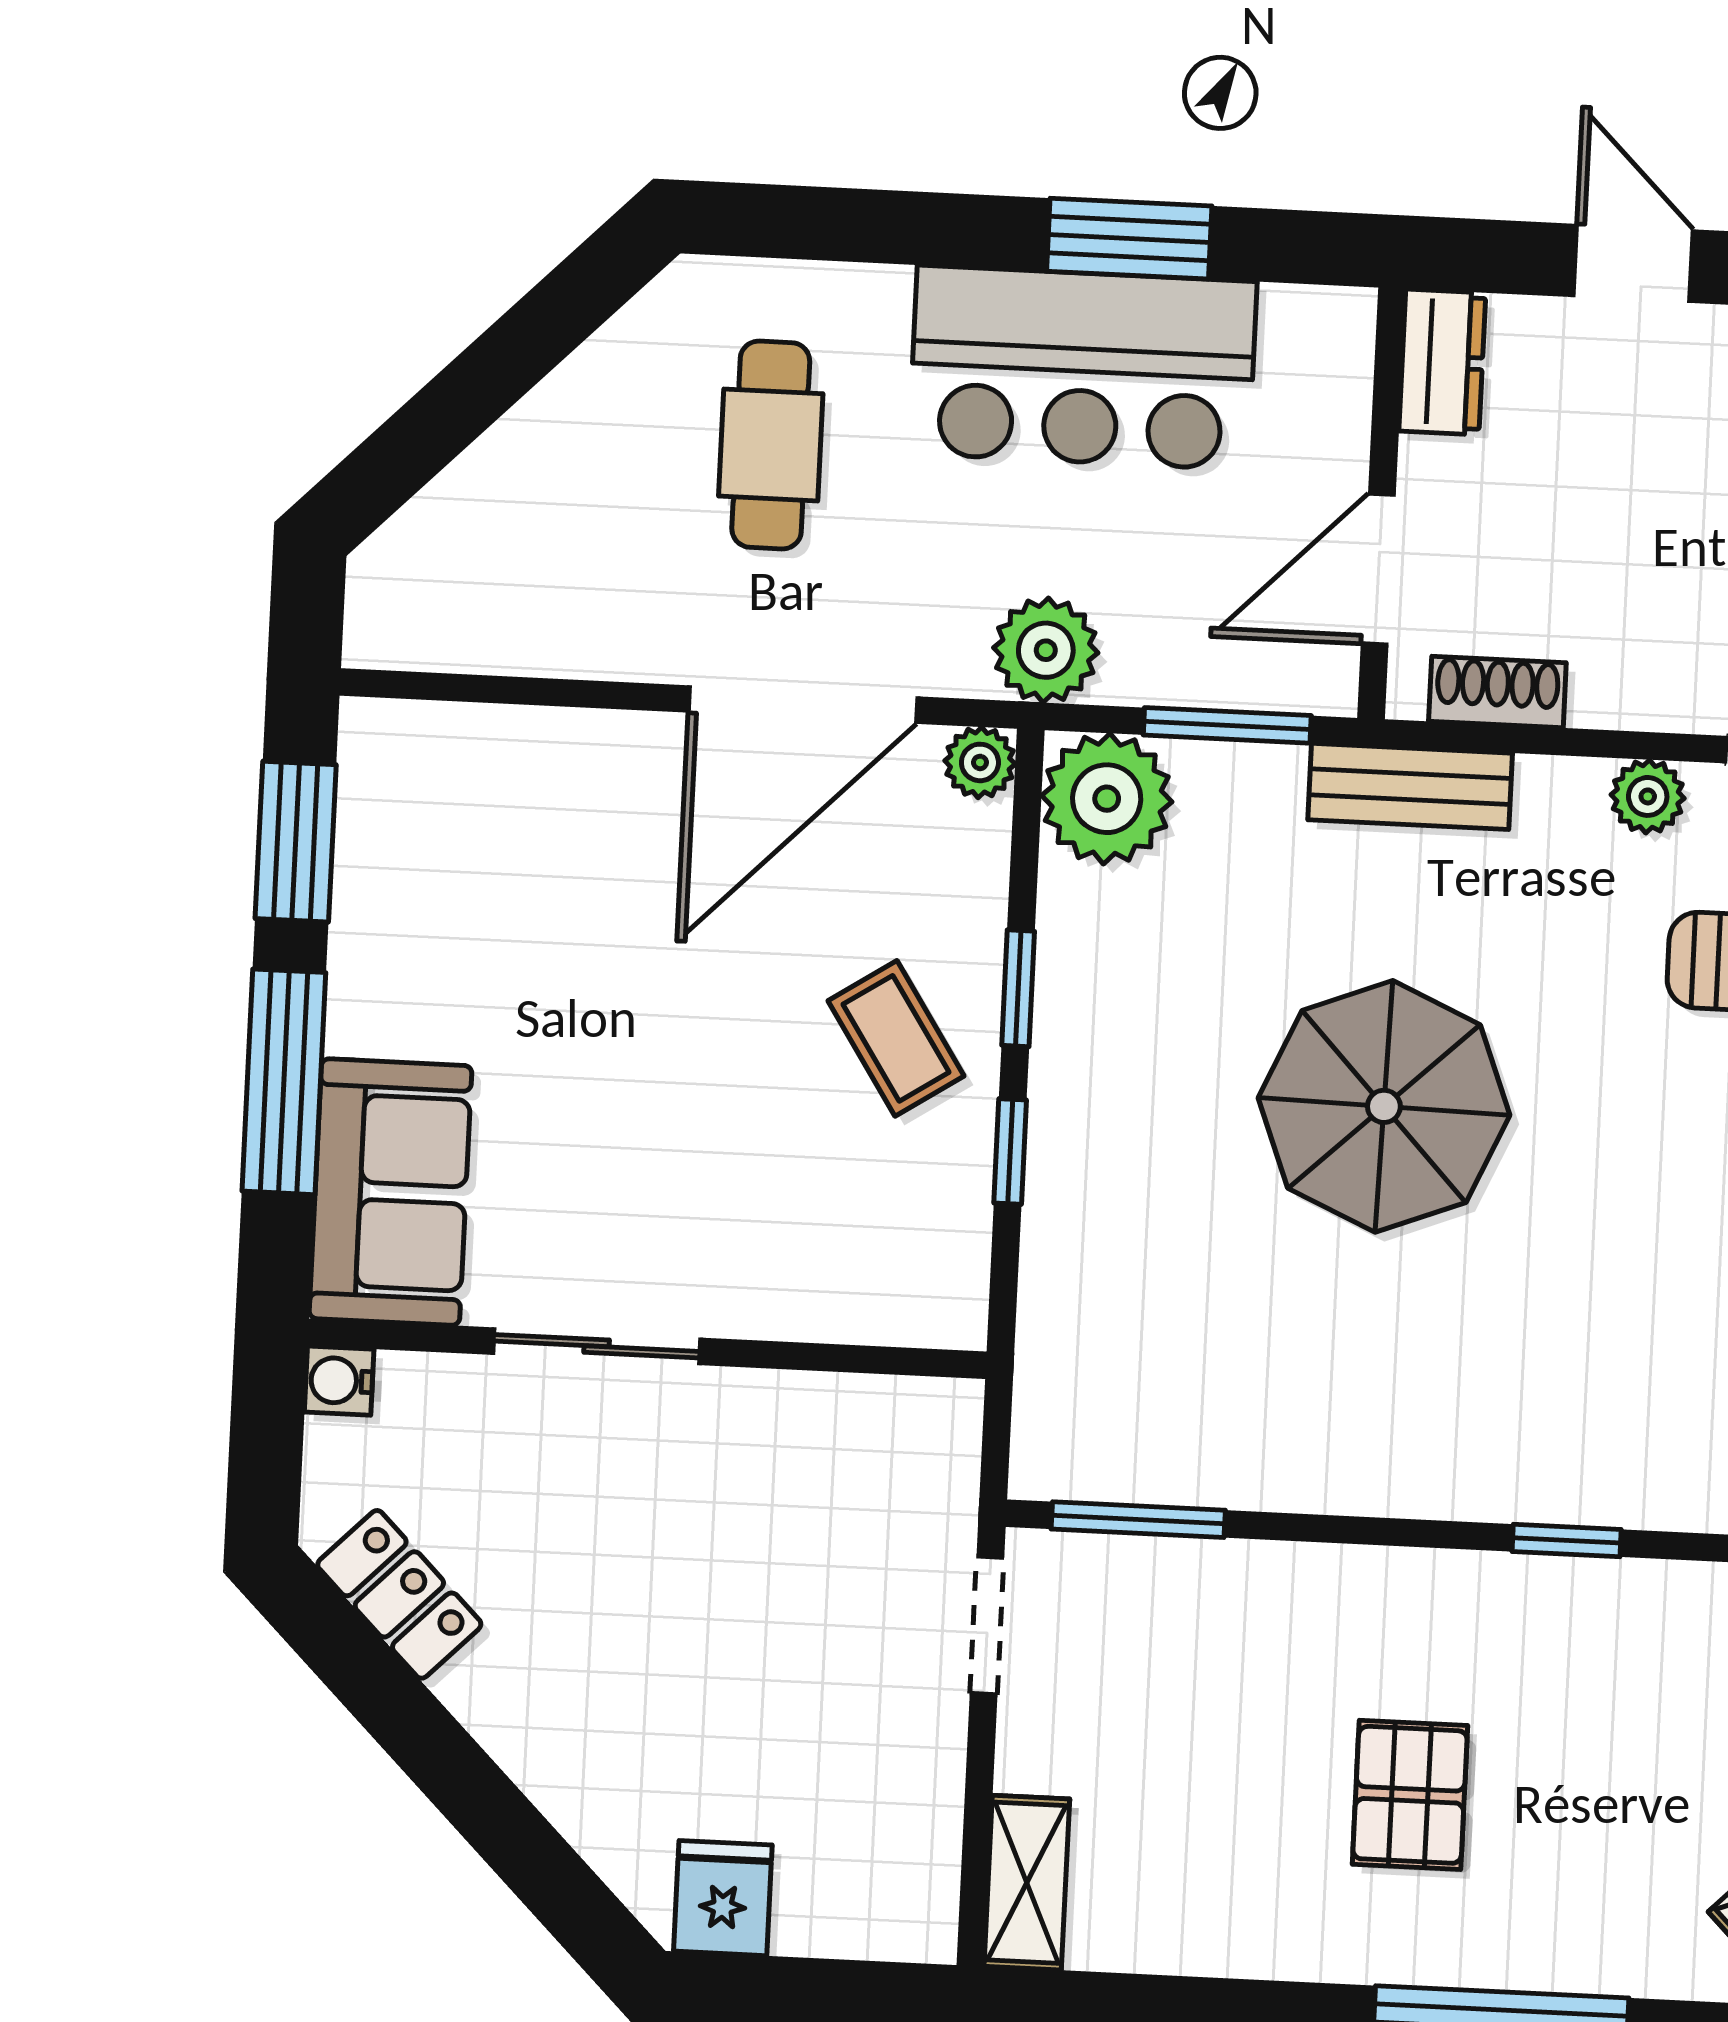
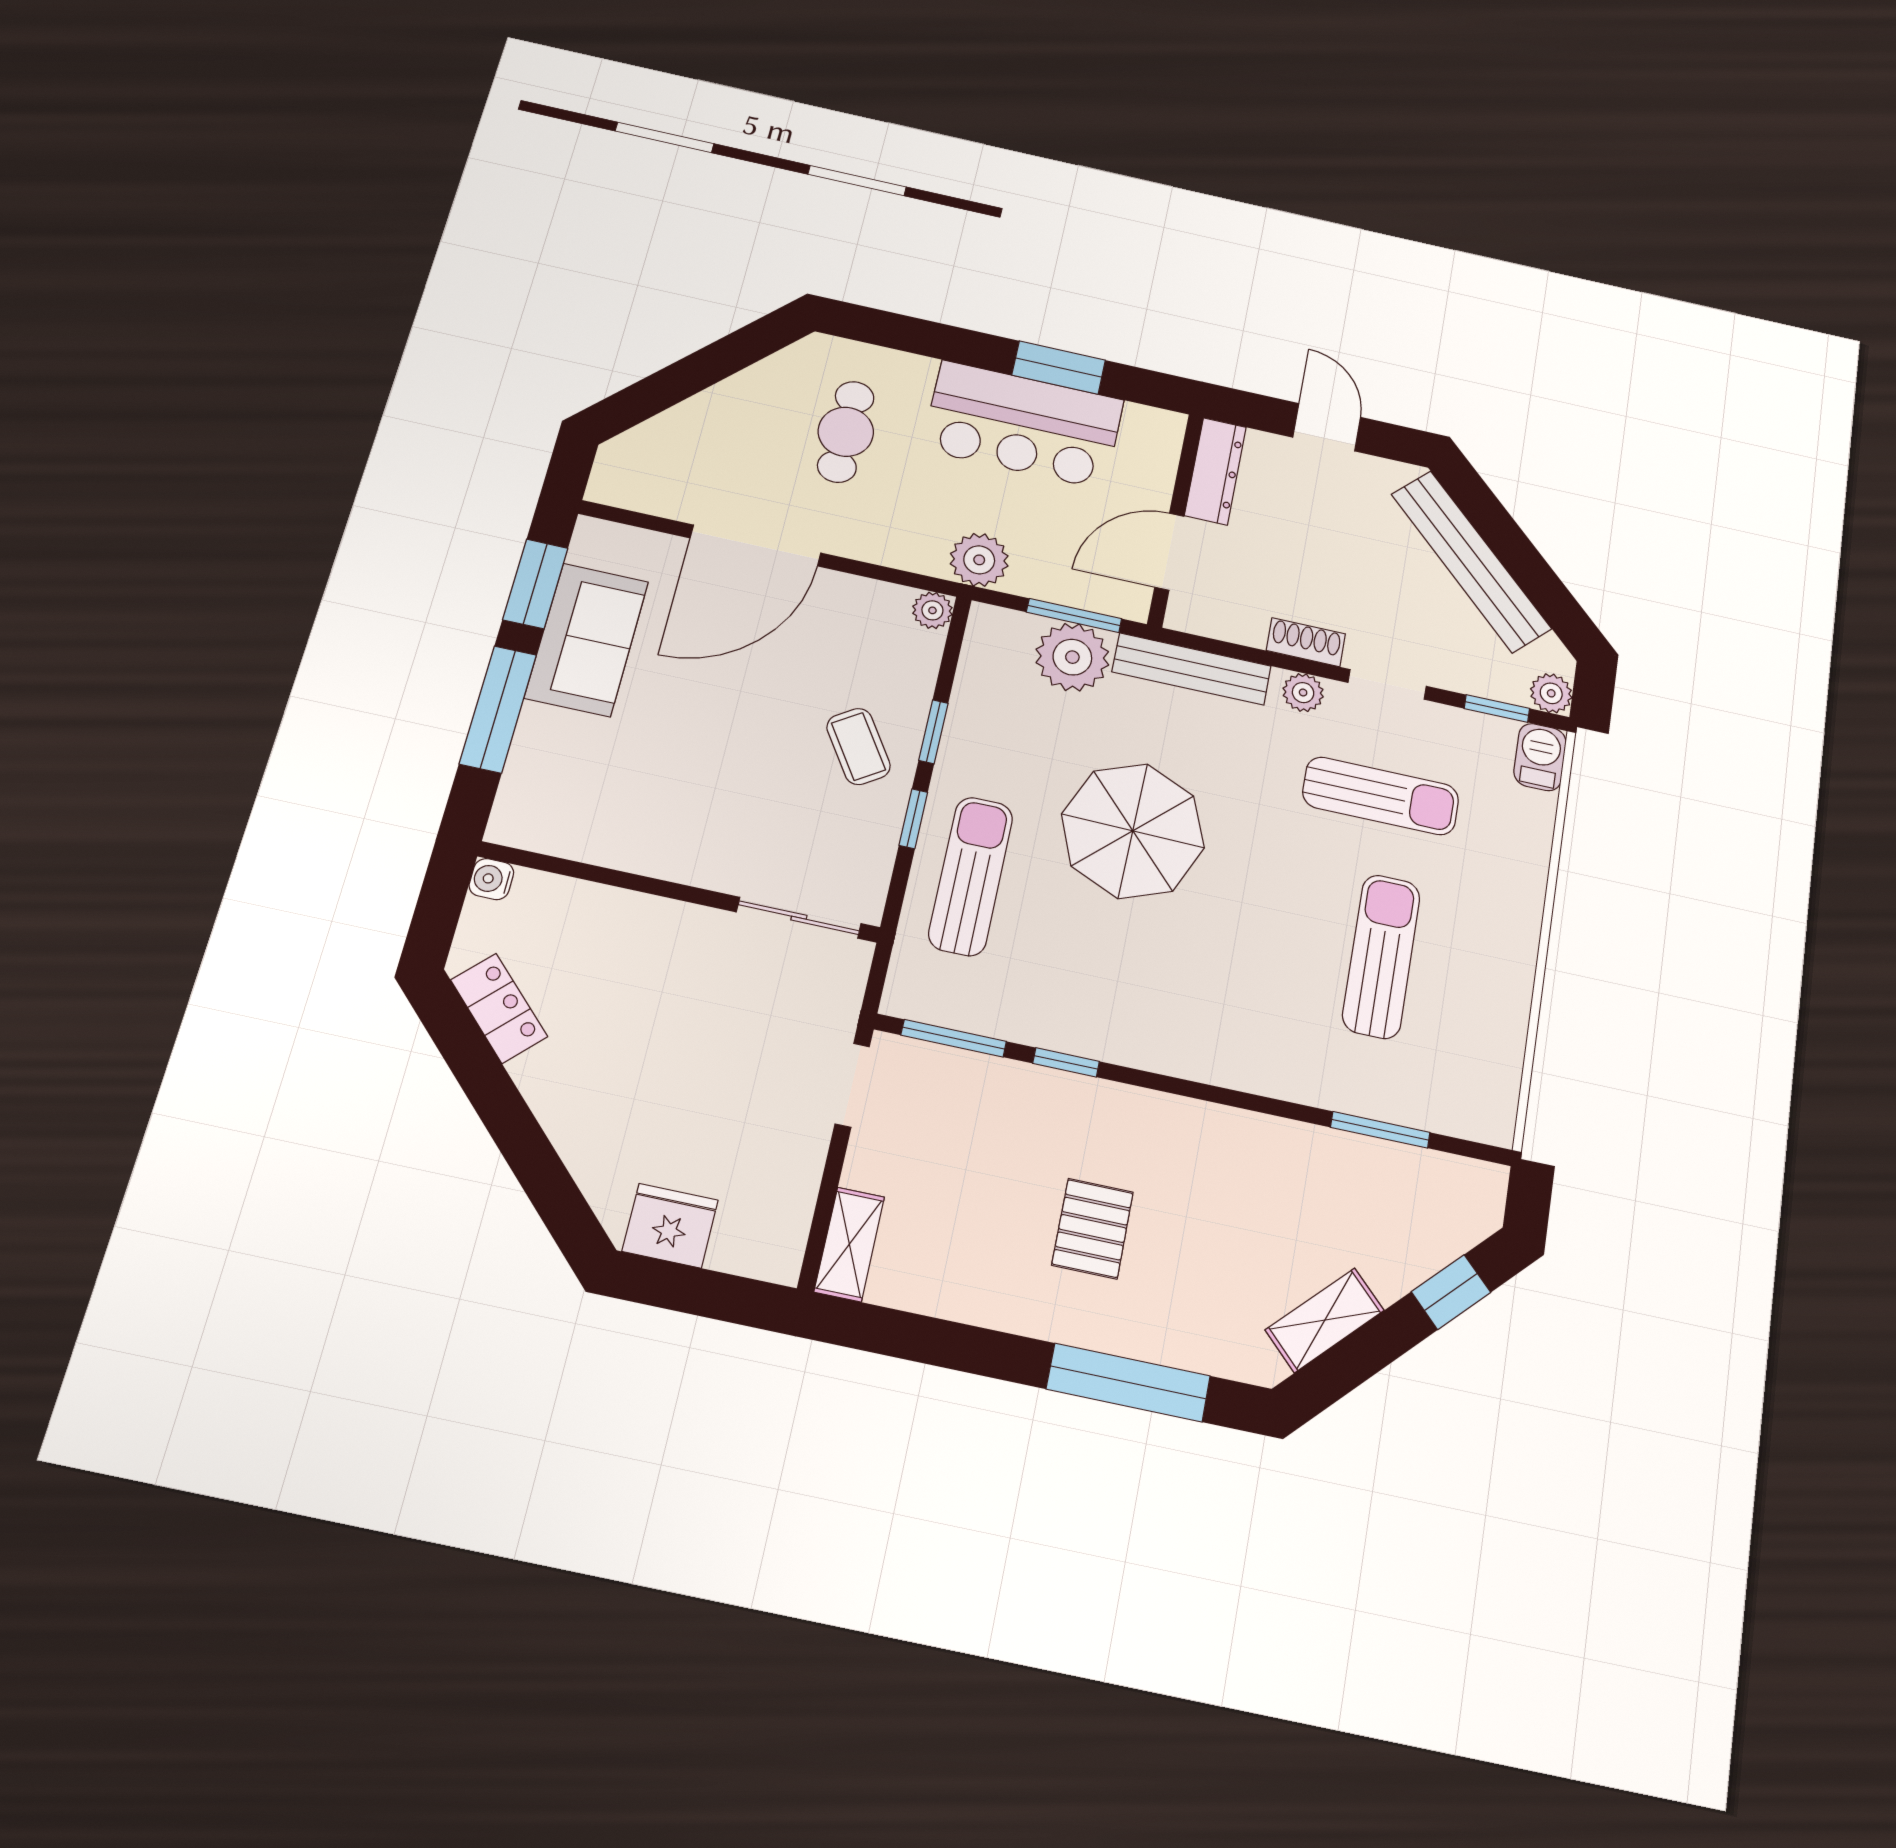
dresser: (1442, 362) -> (1215, 471), width x1.44
shoe rack: (1497, 692) -> (1306, 642), moved
door: (803, 705) -> (756, 545), moved
bench: (1410, 786) -> (1192, 669), width x1.36
plant: (1107, 799) -> (1072, 657), moved
sofa: (391, 1192) -> (587, 640), moved
sun lounger: (1122, 1236) -> (971, 876), added
sliding door: (597, 1346) -> (799, 918), moved
window: (1567, 1541) -> (1066, 1062), moved
fridge: (723, 1898) -> (670, 1226), width x1.38

